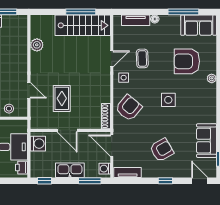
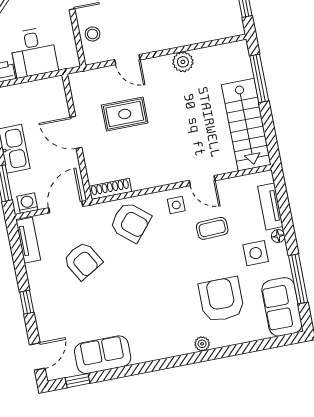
window: (81, 12) -> (259, 78), moved
plant: (37, 45) -> (183, 62), moved
door: (29, 90) -> (127, 60), hinge flipped
side table: (168, 100) -> (256, 253), moved
door: (67, 130) -> (76, 132), hinge flipped
washing machine: (38, 144) -> (46, 90), removed
armchair: (162, 150) -> (83, 261), moved

